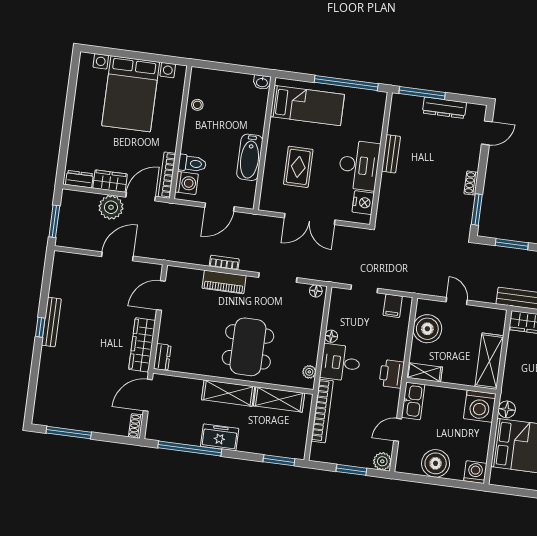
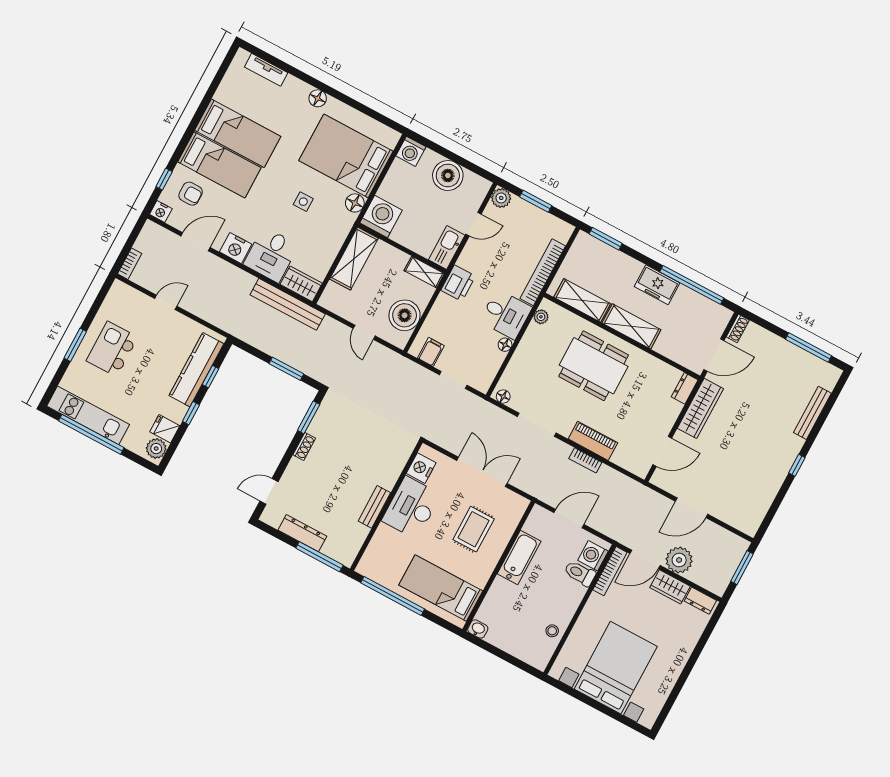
bench: (51, 322) -> (812, 413), moved
dining table: (248, 347) -> (594, 366), turned 90

